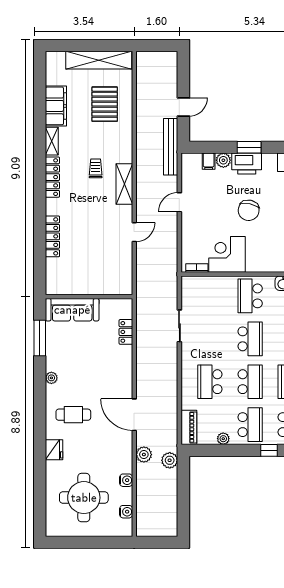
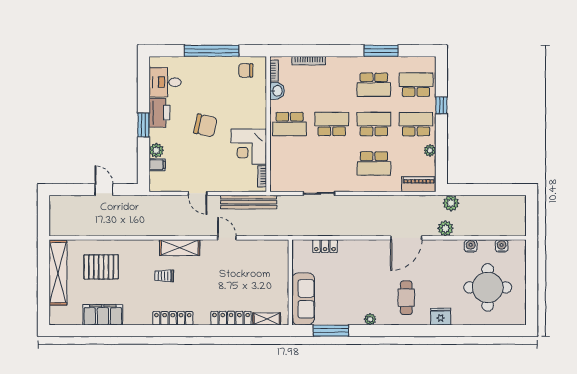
shelving: (52, 141) -> (267, 319), moved
bench: (171, 147) -> (249, 202), moved
printer: (247, 164) -> (159, 113), moved

